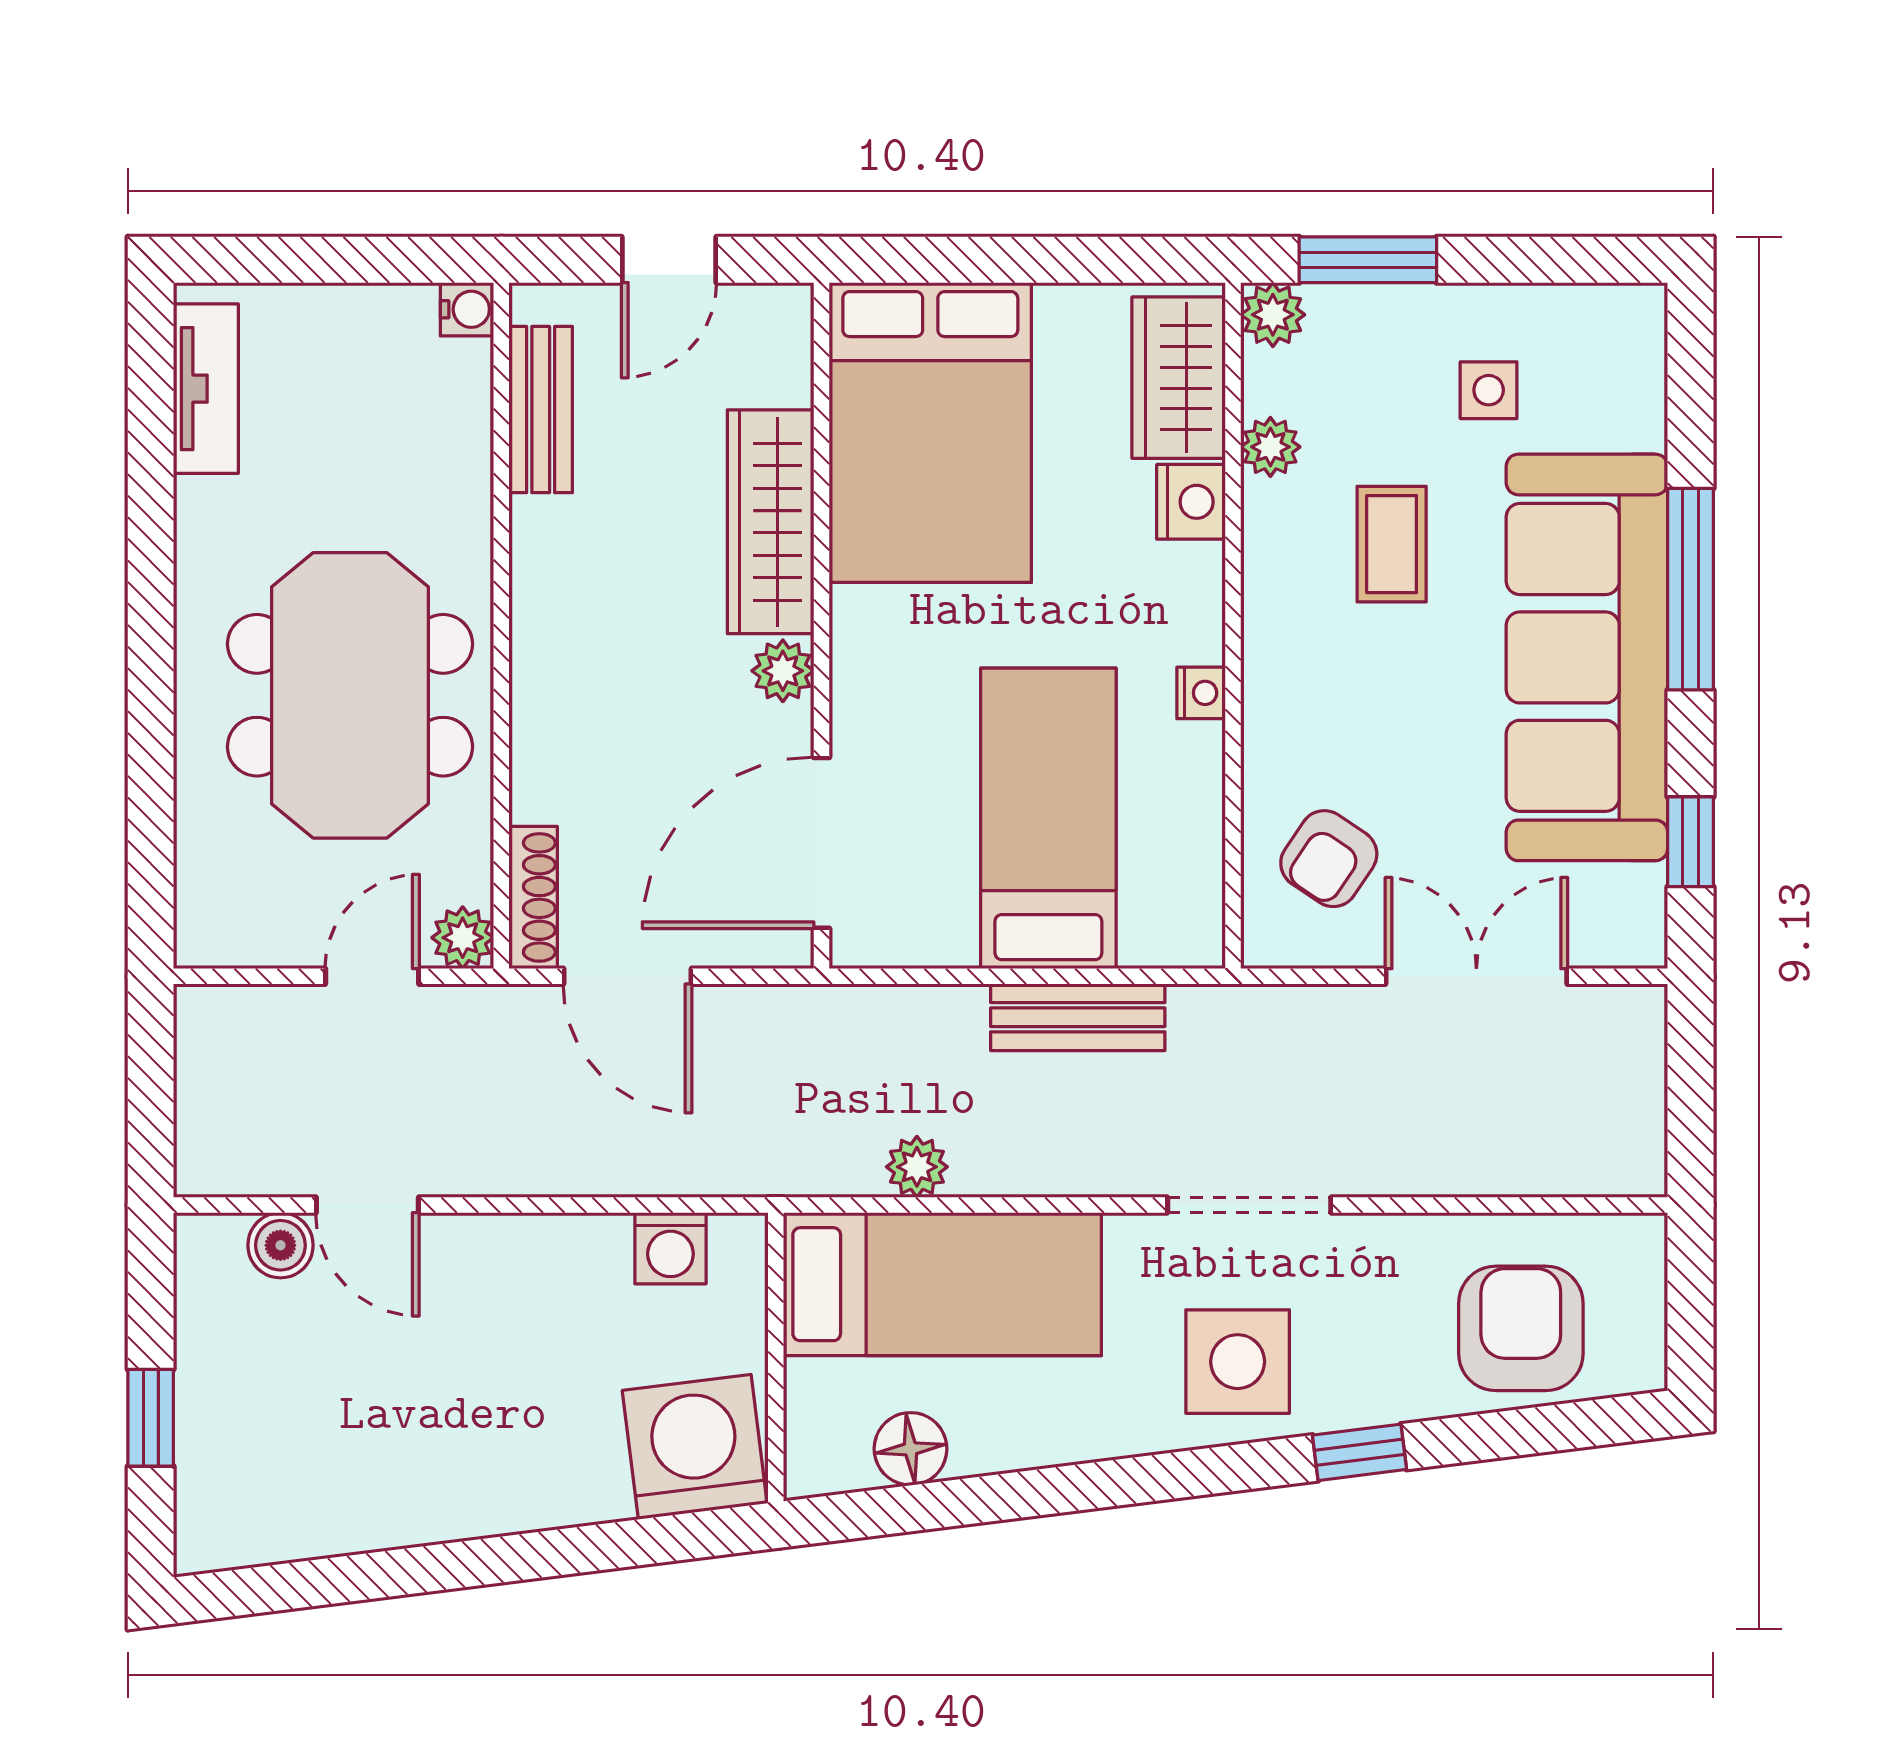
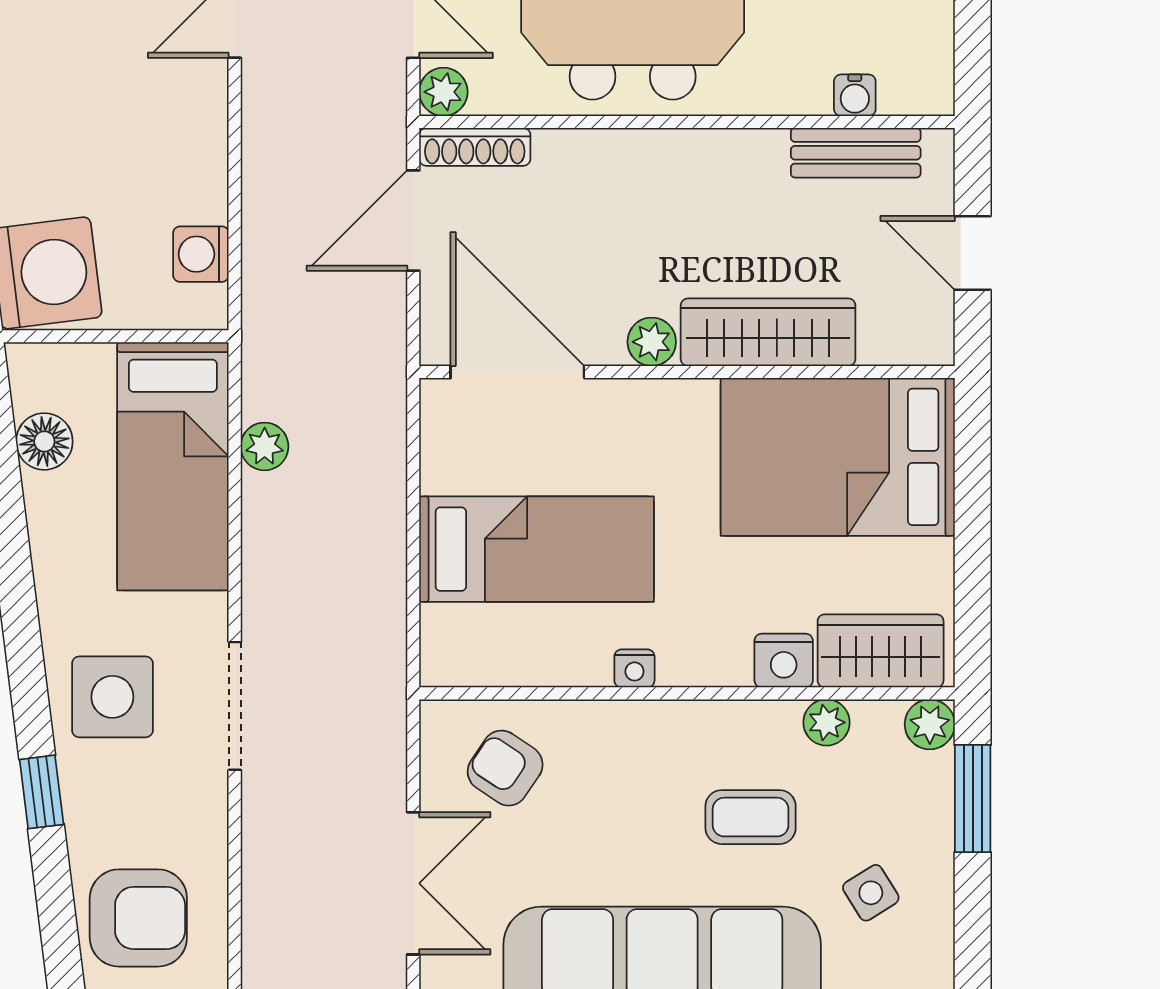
water cooler: (467, 309) -> (855, 95), moved
side table: (1489, 390) -> (871, 893), turned -32
bench: (1078, 1017) -> (381, 572), removed

